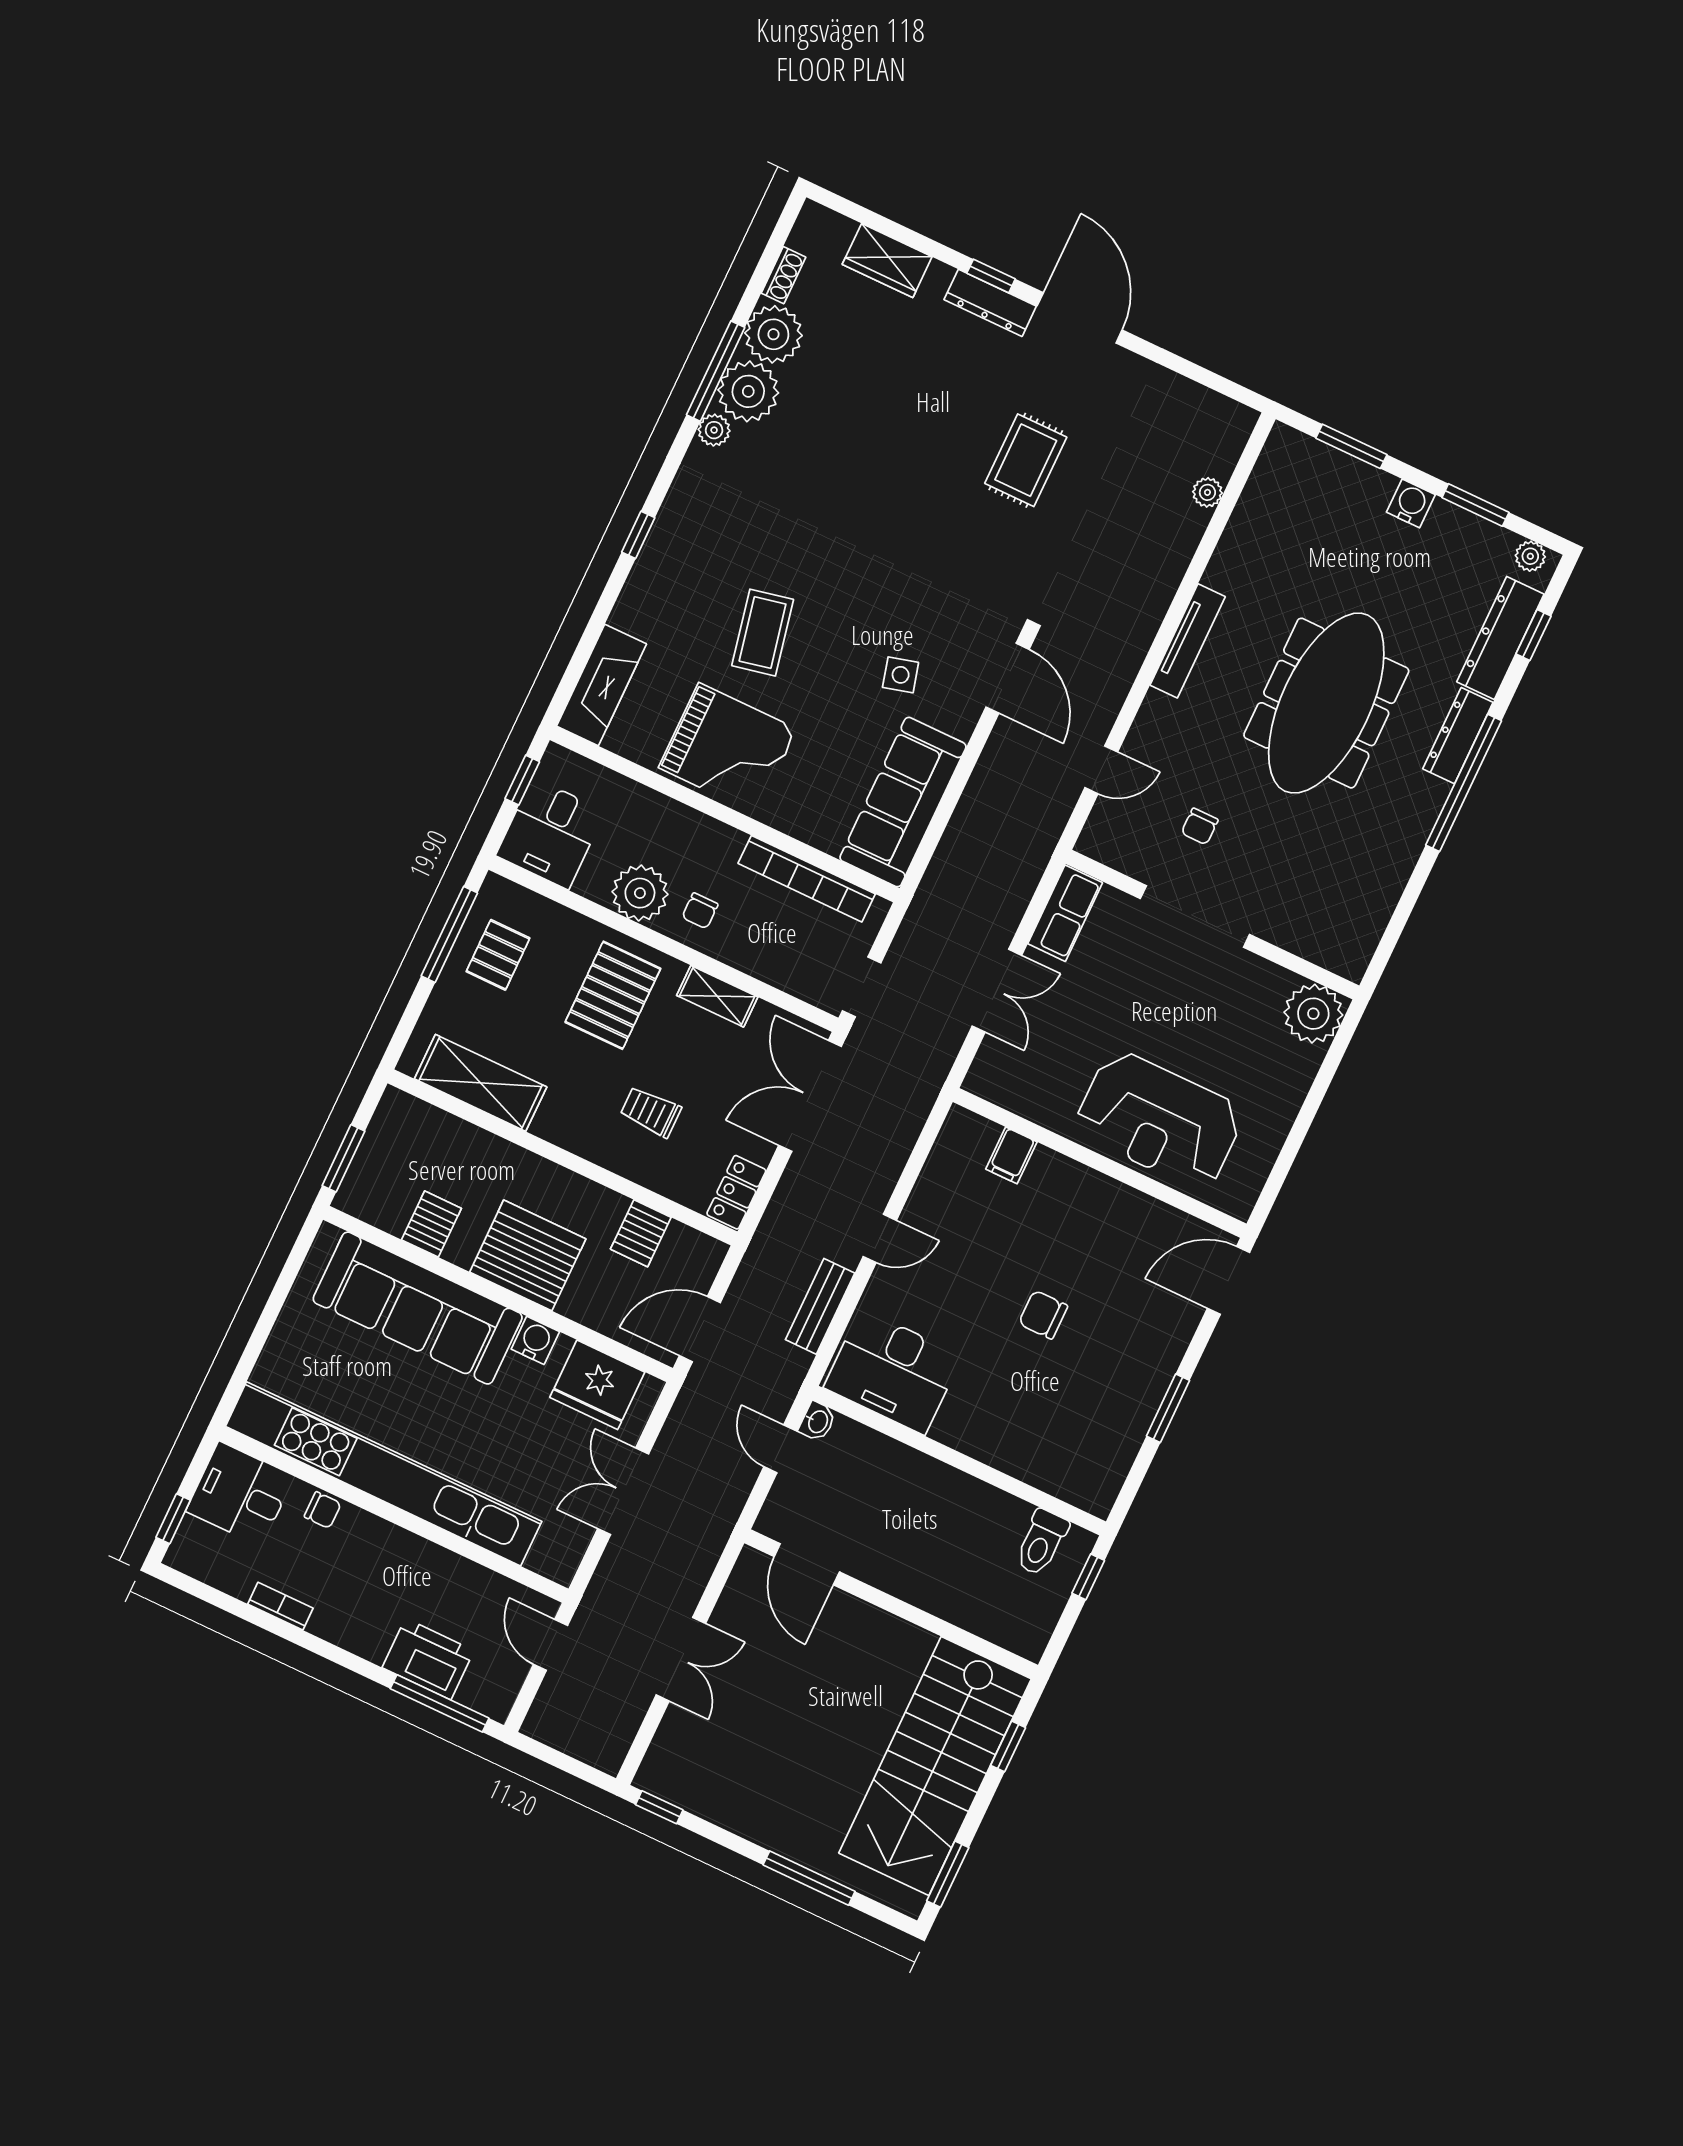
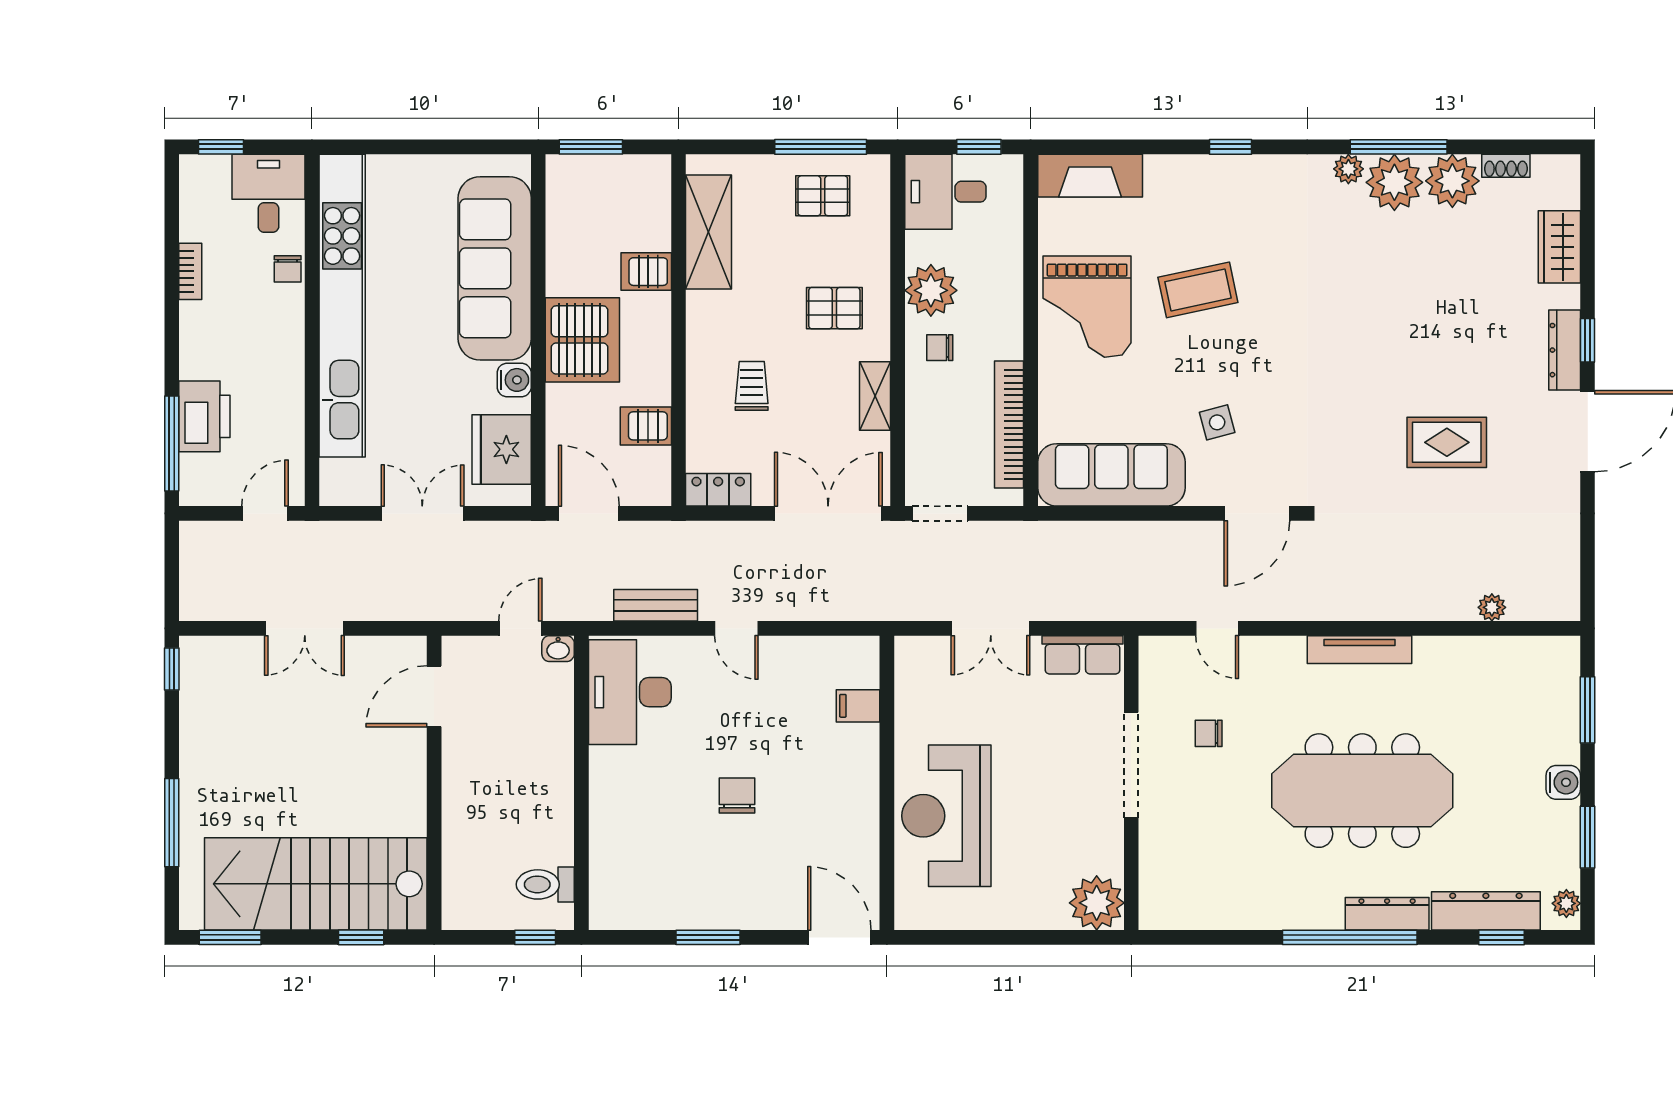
pallet: (613, 995) -> (834, 308), width x0.67, depth x0.71
server rack: (431, 1224) -> (646, 272), moved, turned 180

